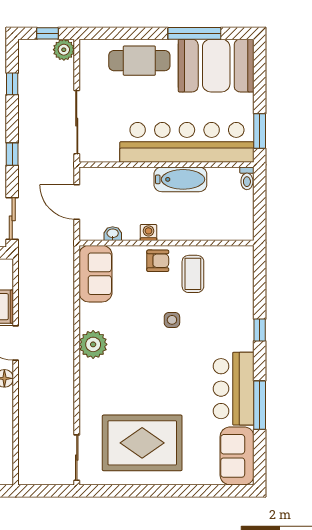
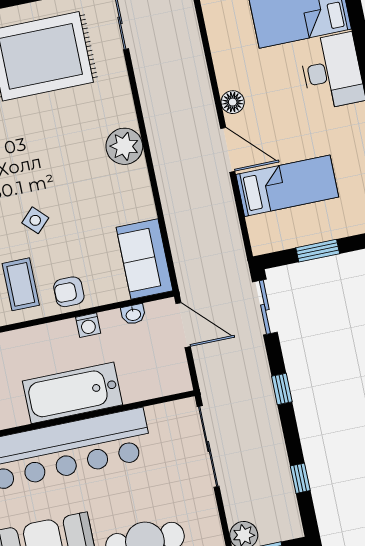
bathtub: (180, 179) -> (73, 393), width x1.36, depth x1.36
door: (77, 202) -> (183, 325), moved
side table: (172, 320) -> (35, 220), turned 45
plant: (93, 344) -> (124, 146), moved

